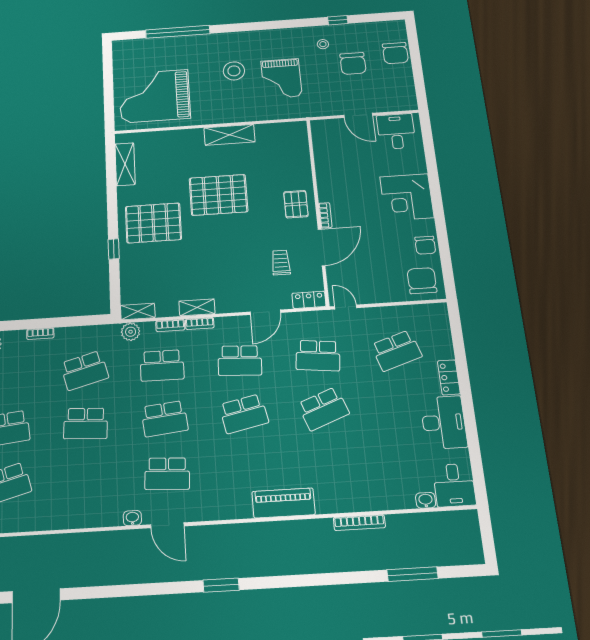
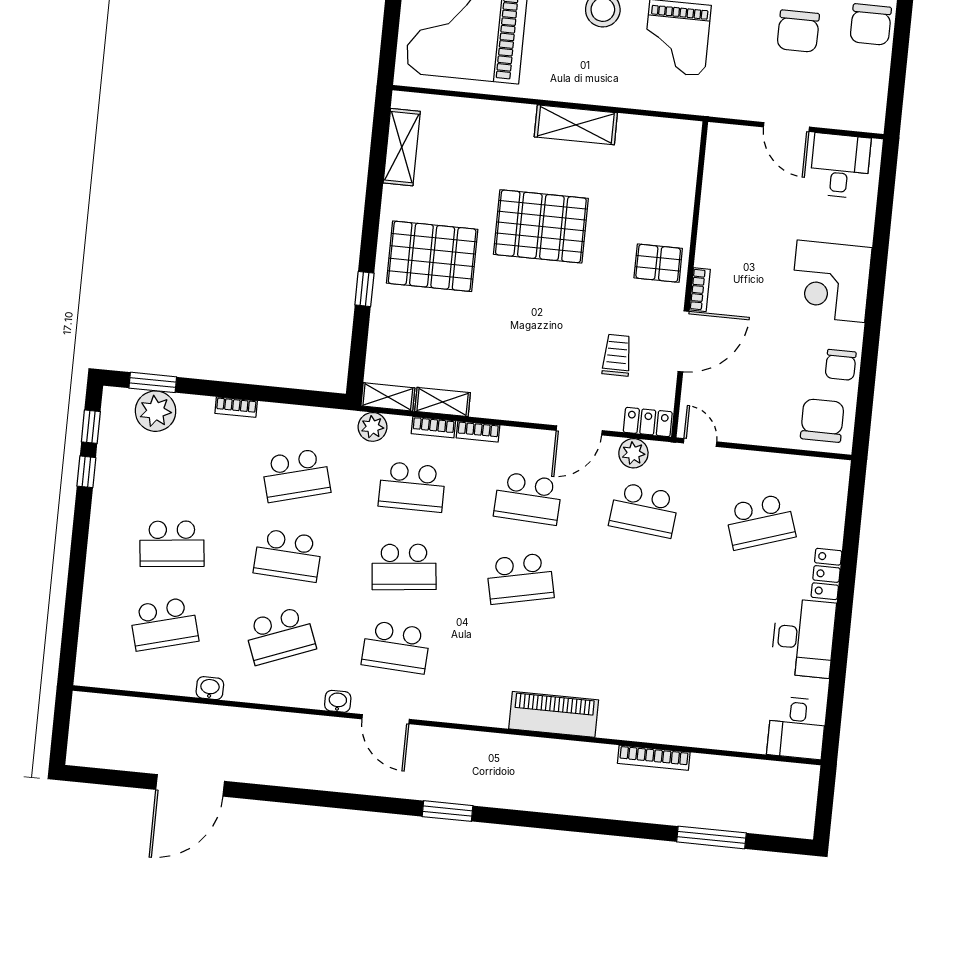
pallet: (296, 204) -> (658, 263), turned 90
shelving: (197, 307) -> (443, 402), moved
plant: (304, 321) -> (633, 453), added
school desk: (323, 409) -> (280, 635), moved
washbasin: (426, 500) -> (210, 688), moved

